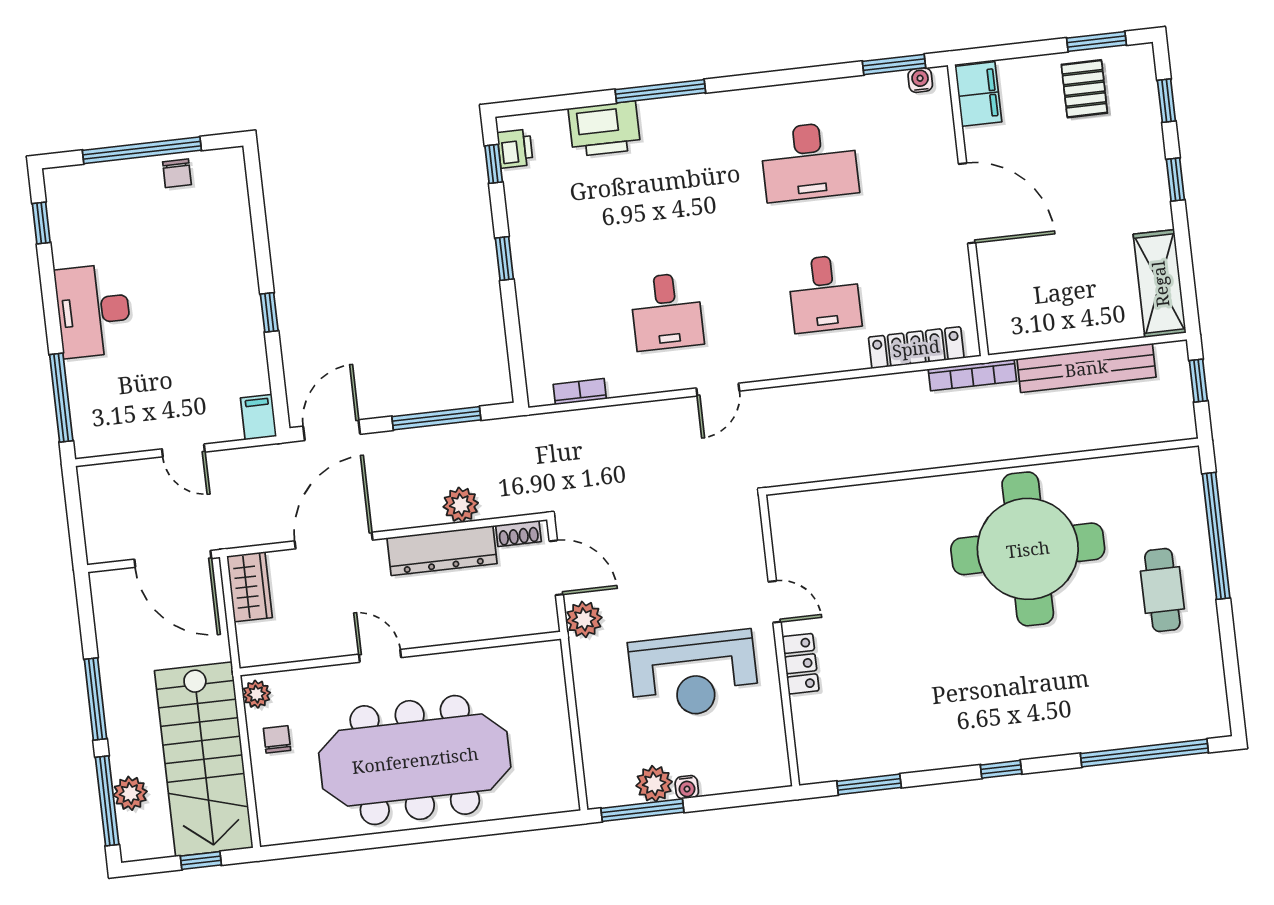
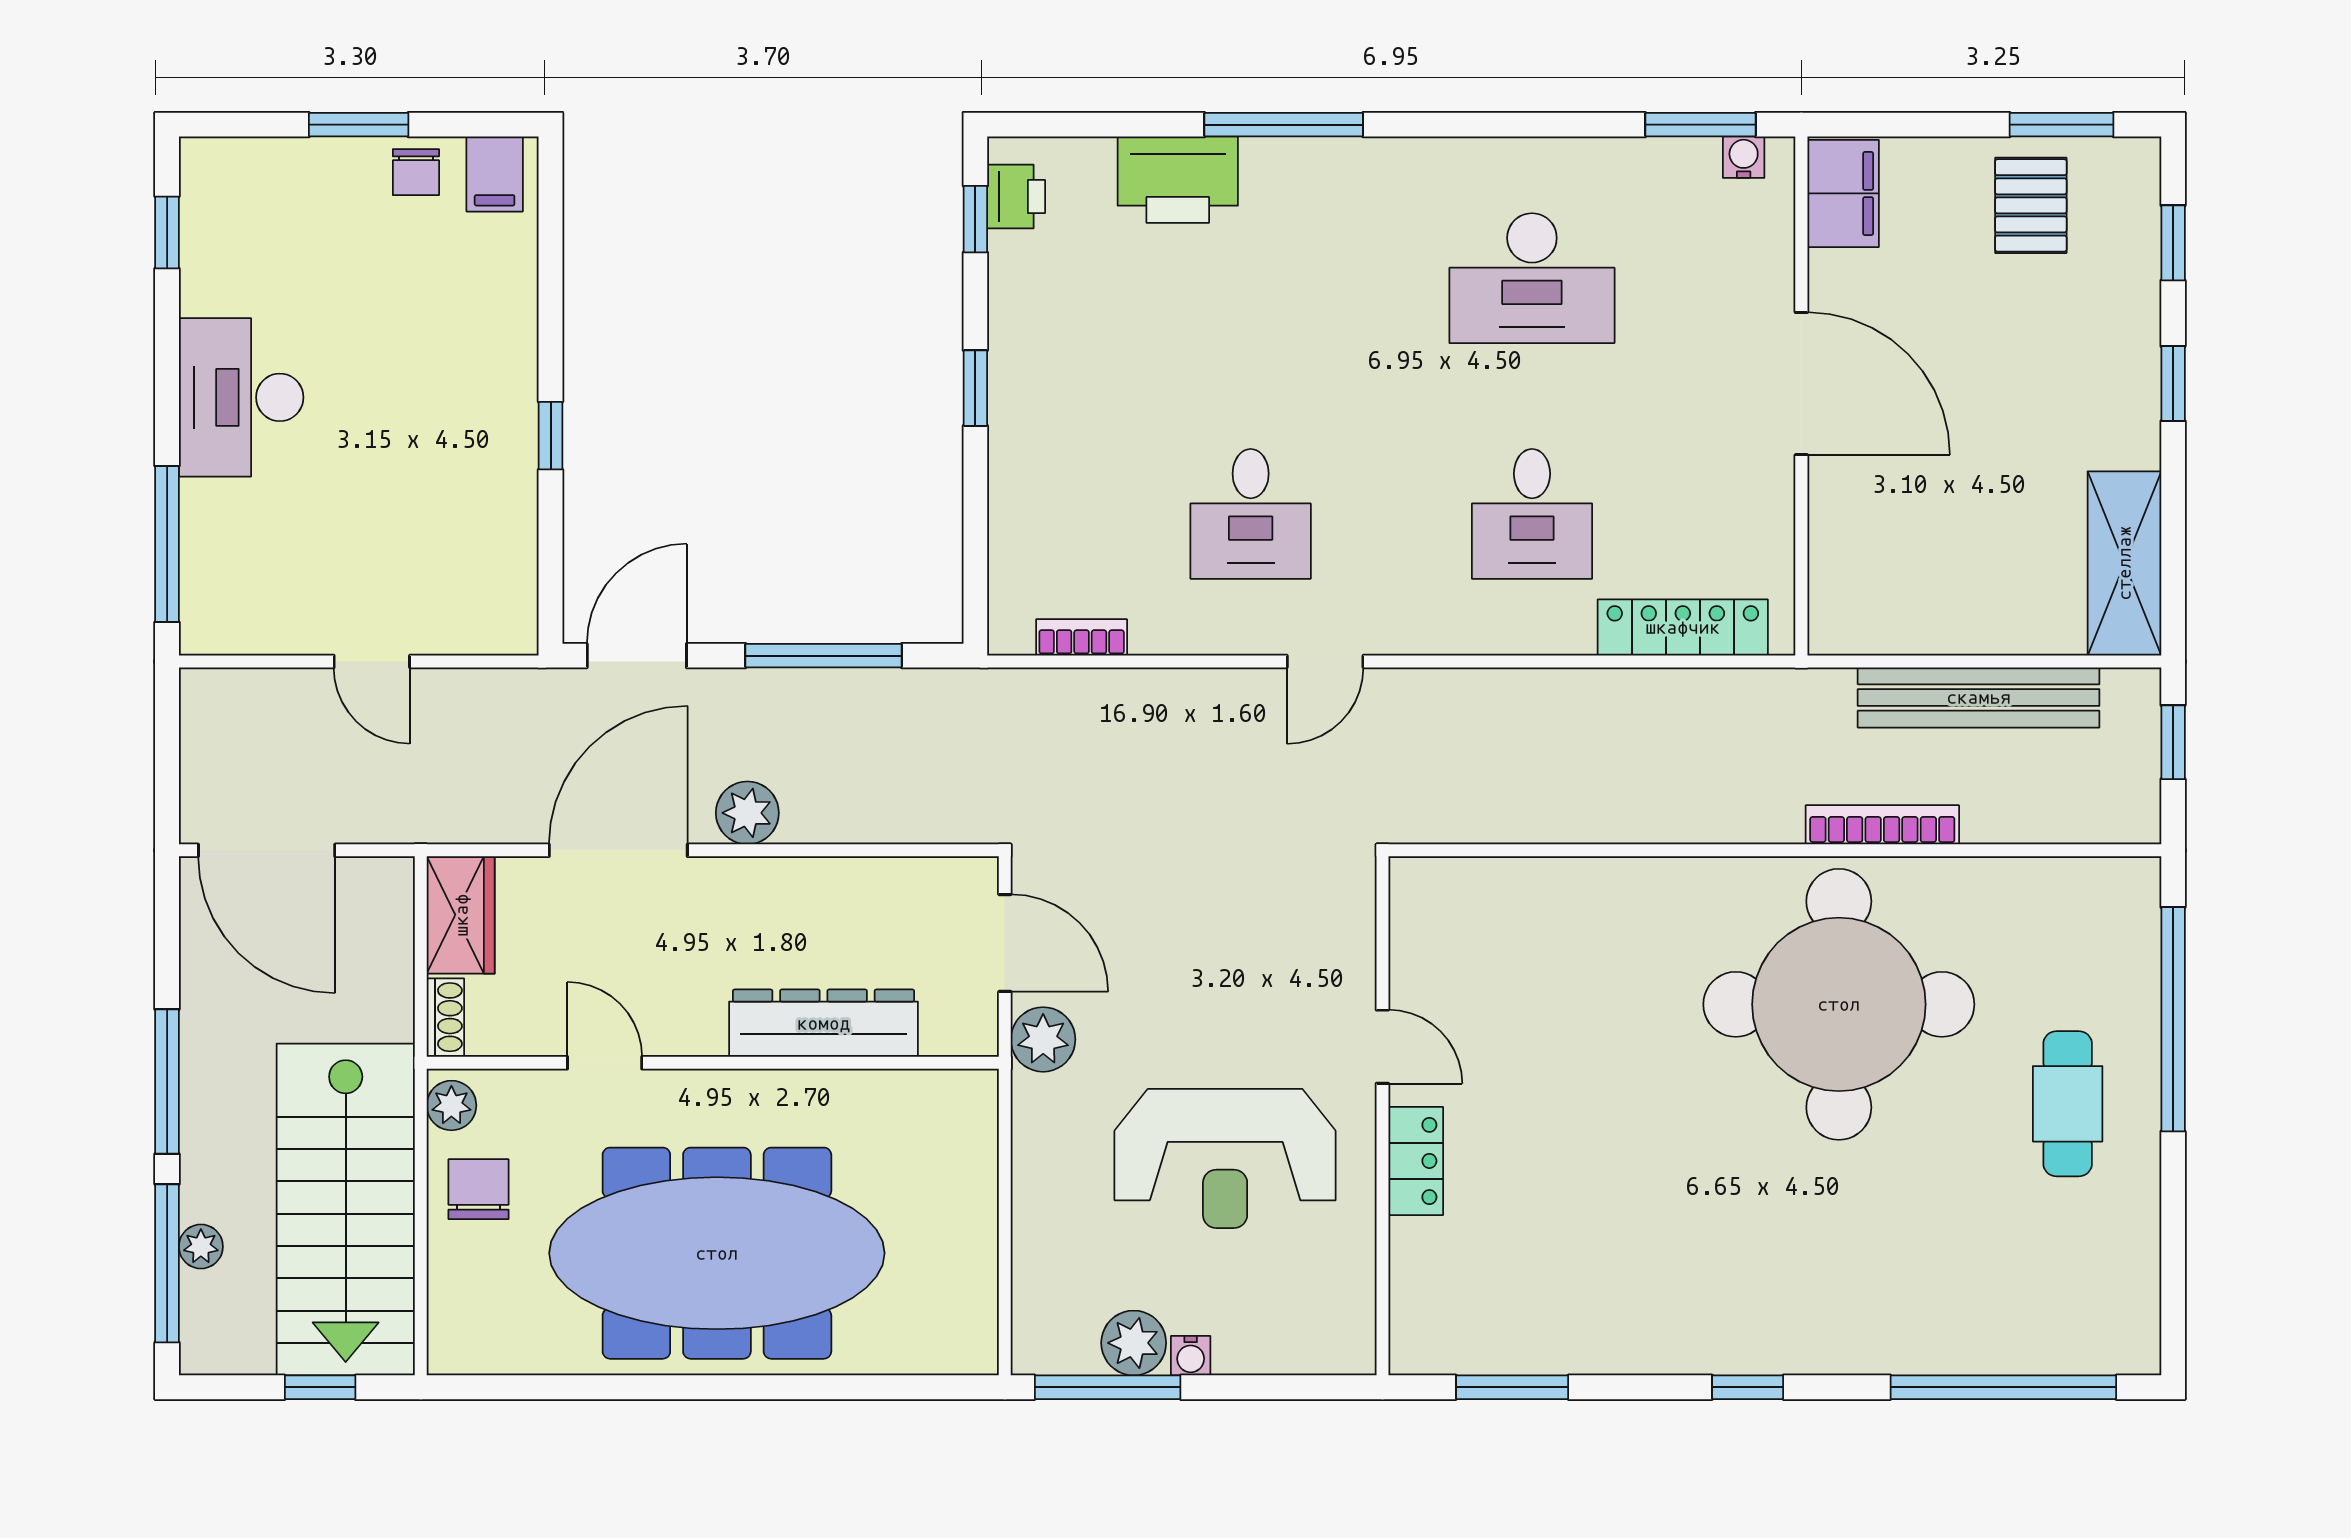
window: (142, 150) -> (359, 125), width x0.47
bookcase: (972, 375) -> (1882, 825), moved, turned 180
filing cabinet: (258, 417) -> (495, 174), moved, turned 180
plant: (461, 505) -> (747, 813), moved
shoe rack: (518, 533) -> (445, 1017), moved, turned -90
dresser: (442, 551) -> (824, 1023), moved, turned 180
door: (173, 559) -> (267, 850), moved
door: (380, 656) -> (605, 1063), moved
chair: (277, 739) -> (479, 1189), width x1.37, depth x1.37
plant: (130, 793) -> (201, 1247), width x0.73, depth x0.73

